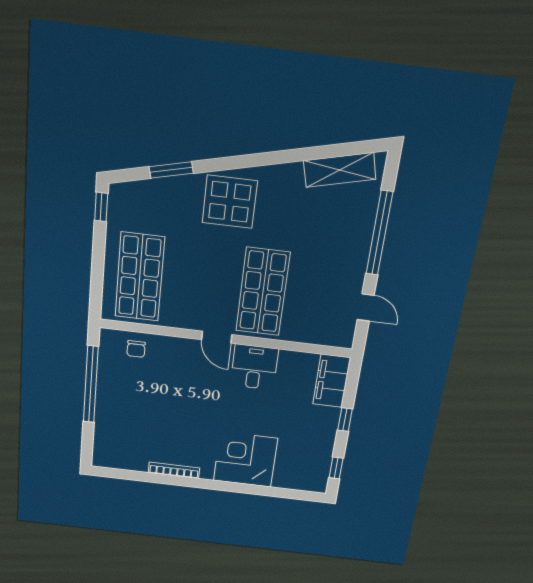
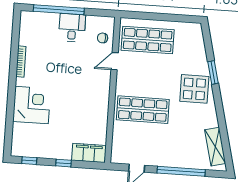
window: (171, 170) -> (213, 72), moved
window: (101, 207) -> (188, 19), removed
door: (217, 337) -> (115, 61), moved
desk: (254, 367) -> (72, 28), moved, turned -90
window: (91, 384) -> (59, 10), moved

